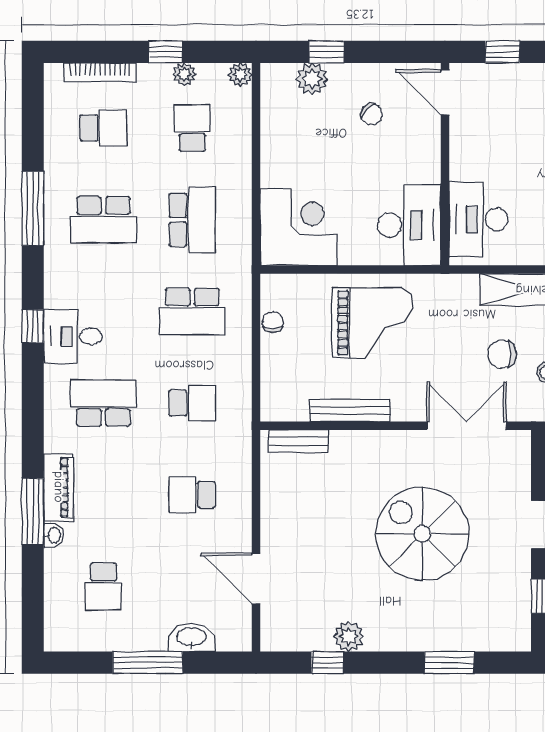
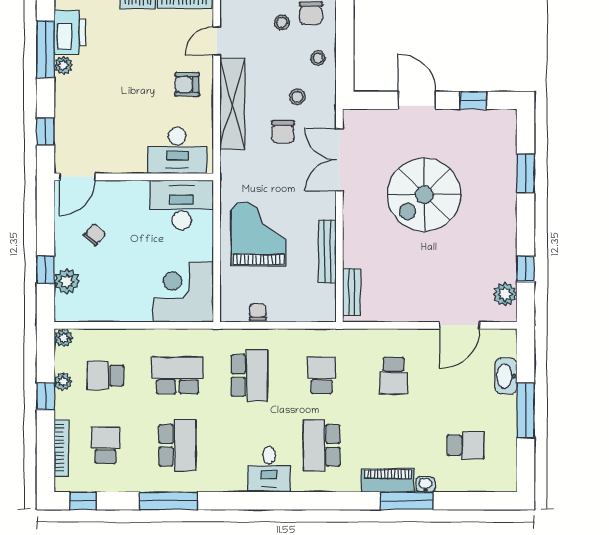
chair: (273, 322) -> (258, 312), turned 90
window: (33, 326) -> (83, 501), moved
plant: (349, 636) -> (505, 294), moved

